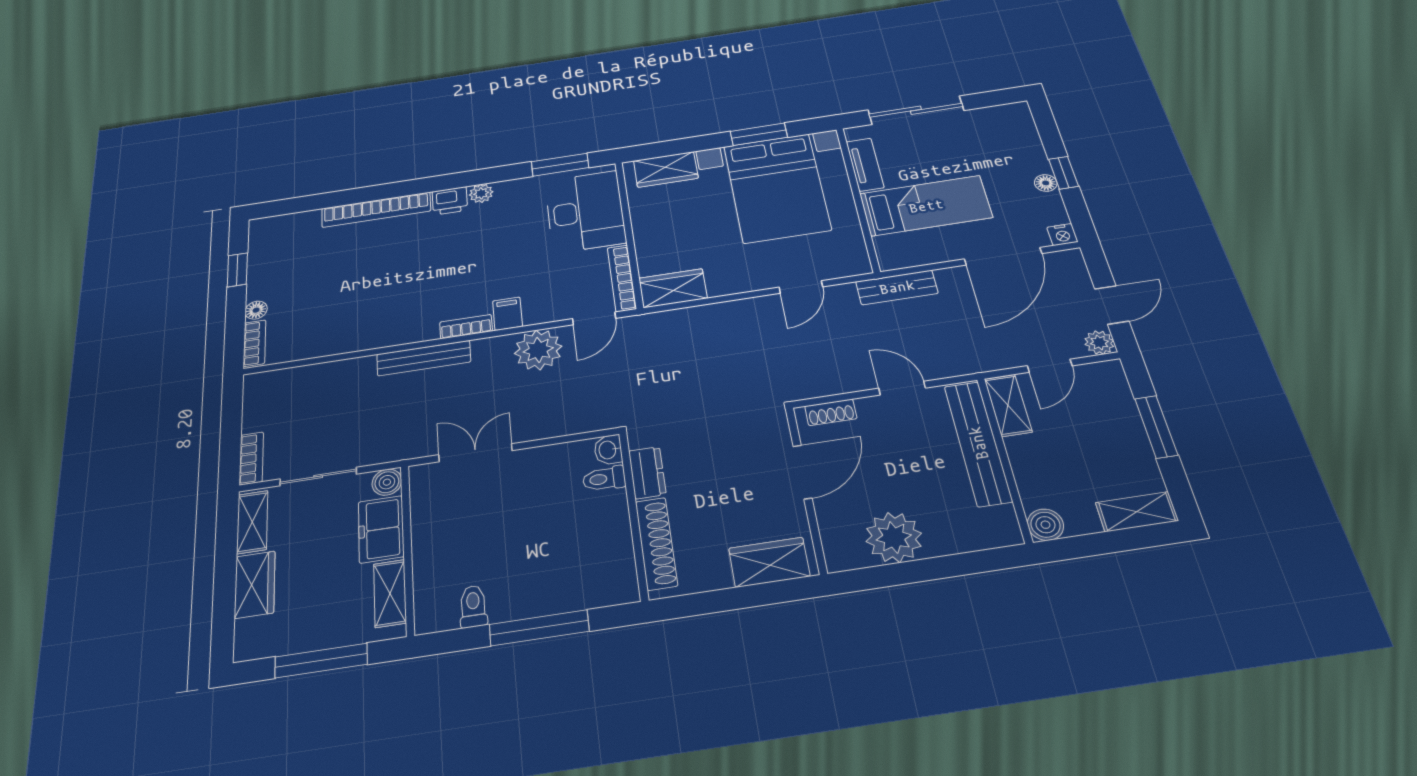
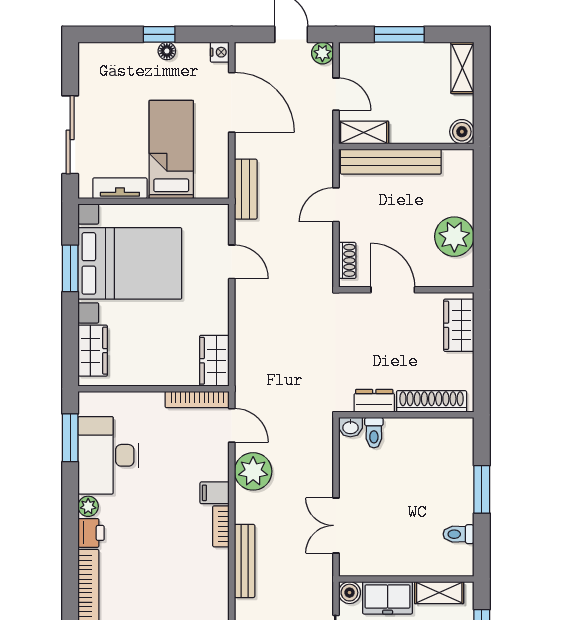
desk: (585, 212) -> (108, 455), moved, turned -90
window: (539, 628) -> (482, 489), width x0.69

